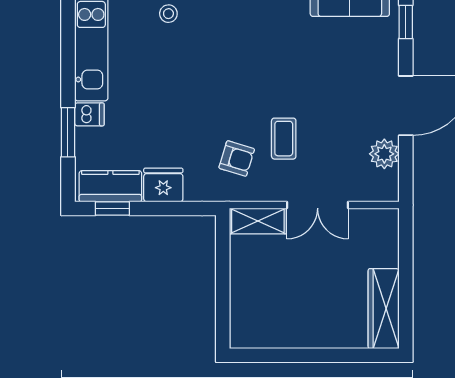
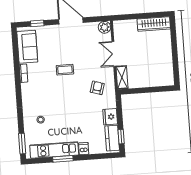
window: (68, 132) -> (63, 159), moved
coffee table: (284, 139) -> (65, 70), moved
plant: (384, 154) -> (104, 27), moved
double door: (318, 205) -> (114, 54), swing flipped

